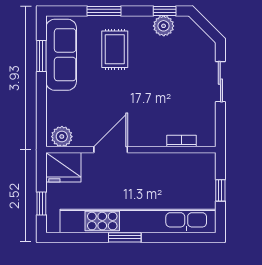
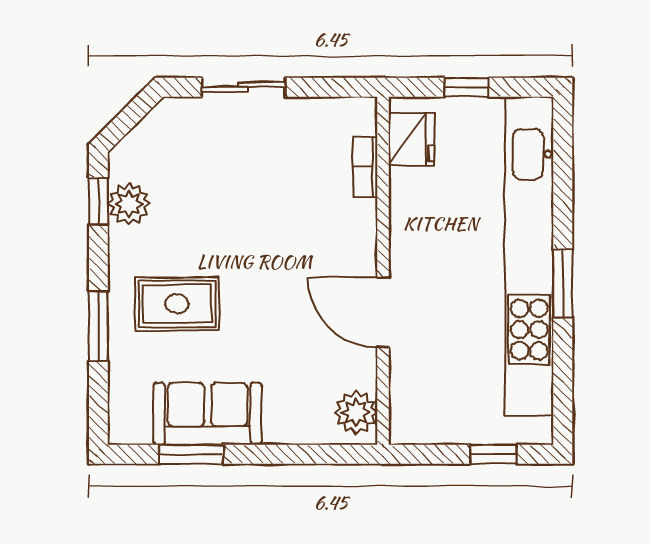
sofa: (61, 55) -> (208, 414), width x0.73
fridge: (63, 167) -> (411, 139), moved, width x0.73, depth x0.75

